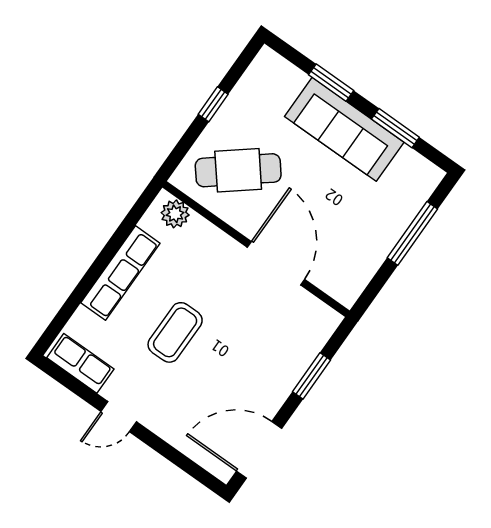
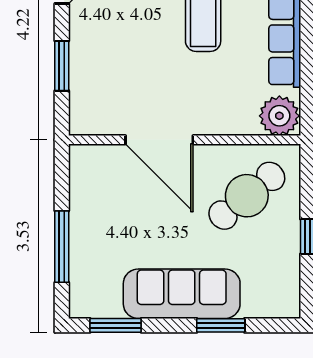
window: (395, 128) -> (116, 325), moved
plant: (175, 214) -> (279, 116), width x1.36, depth x1.36

